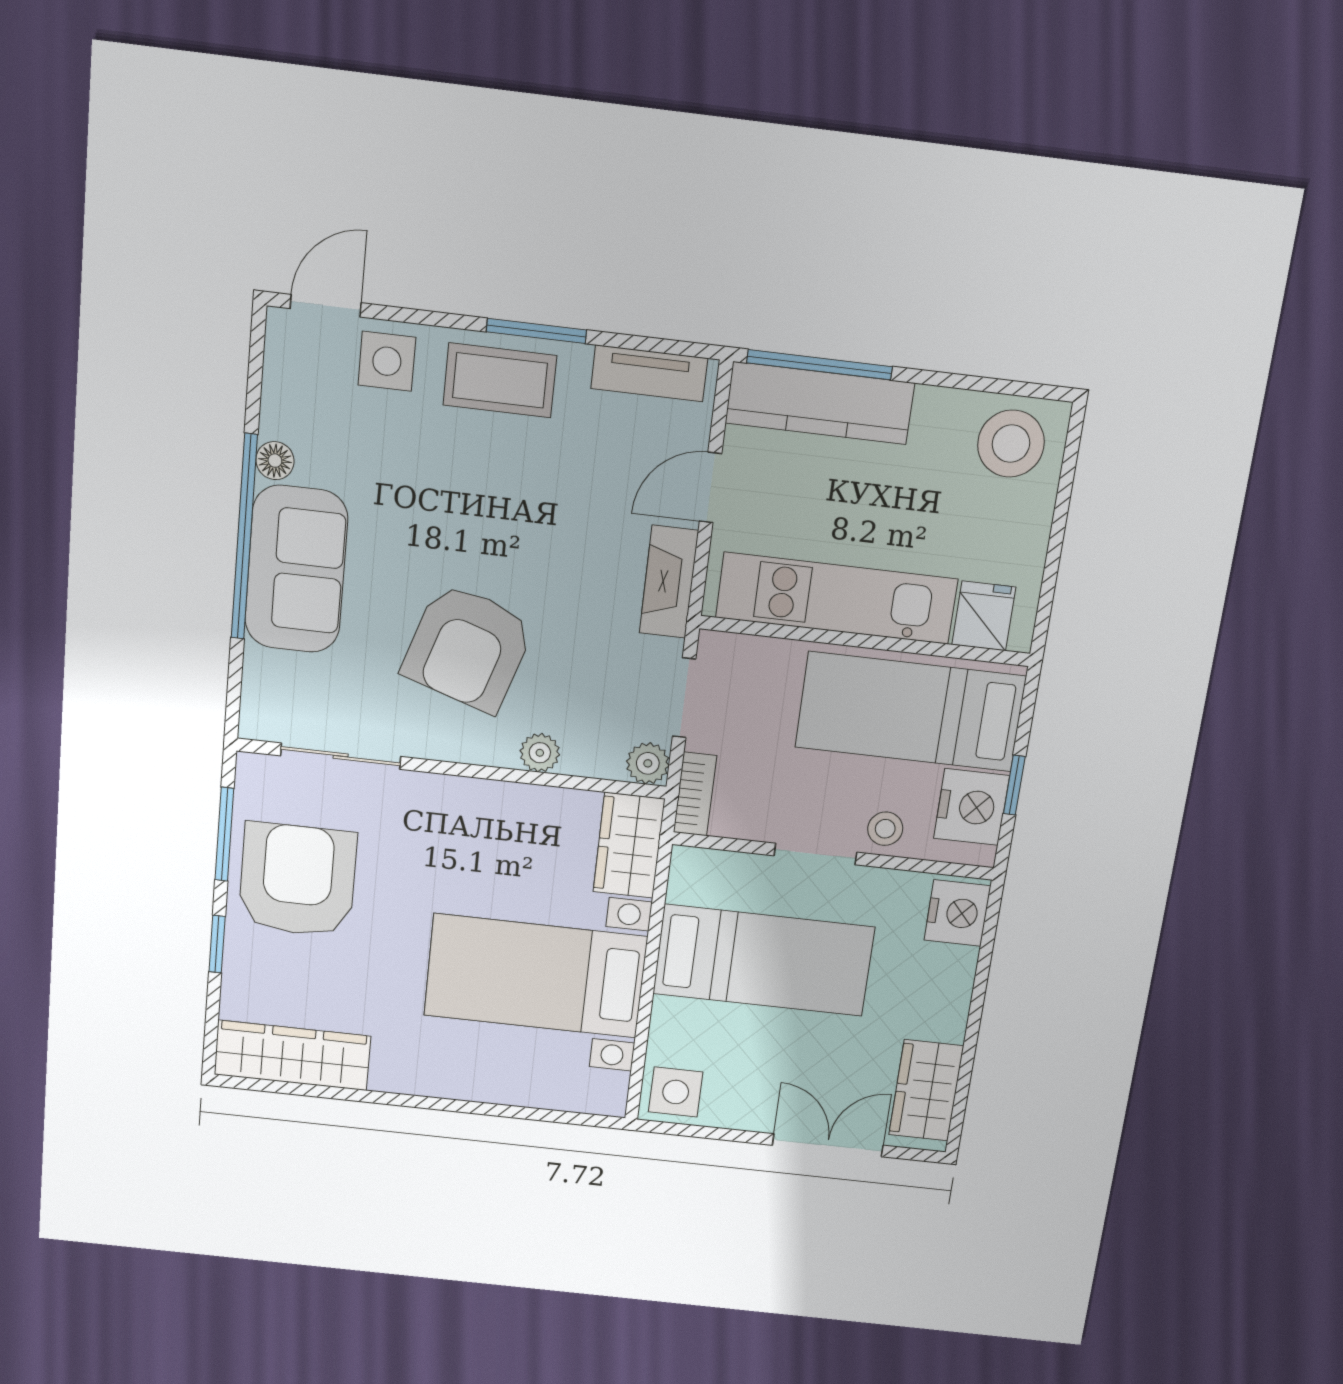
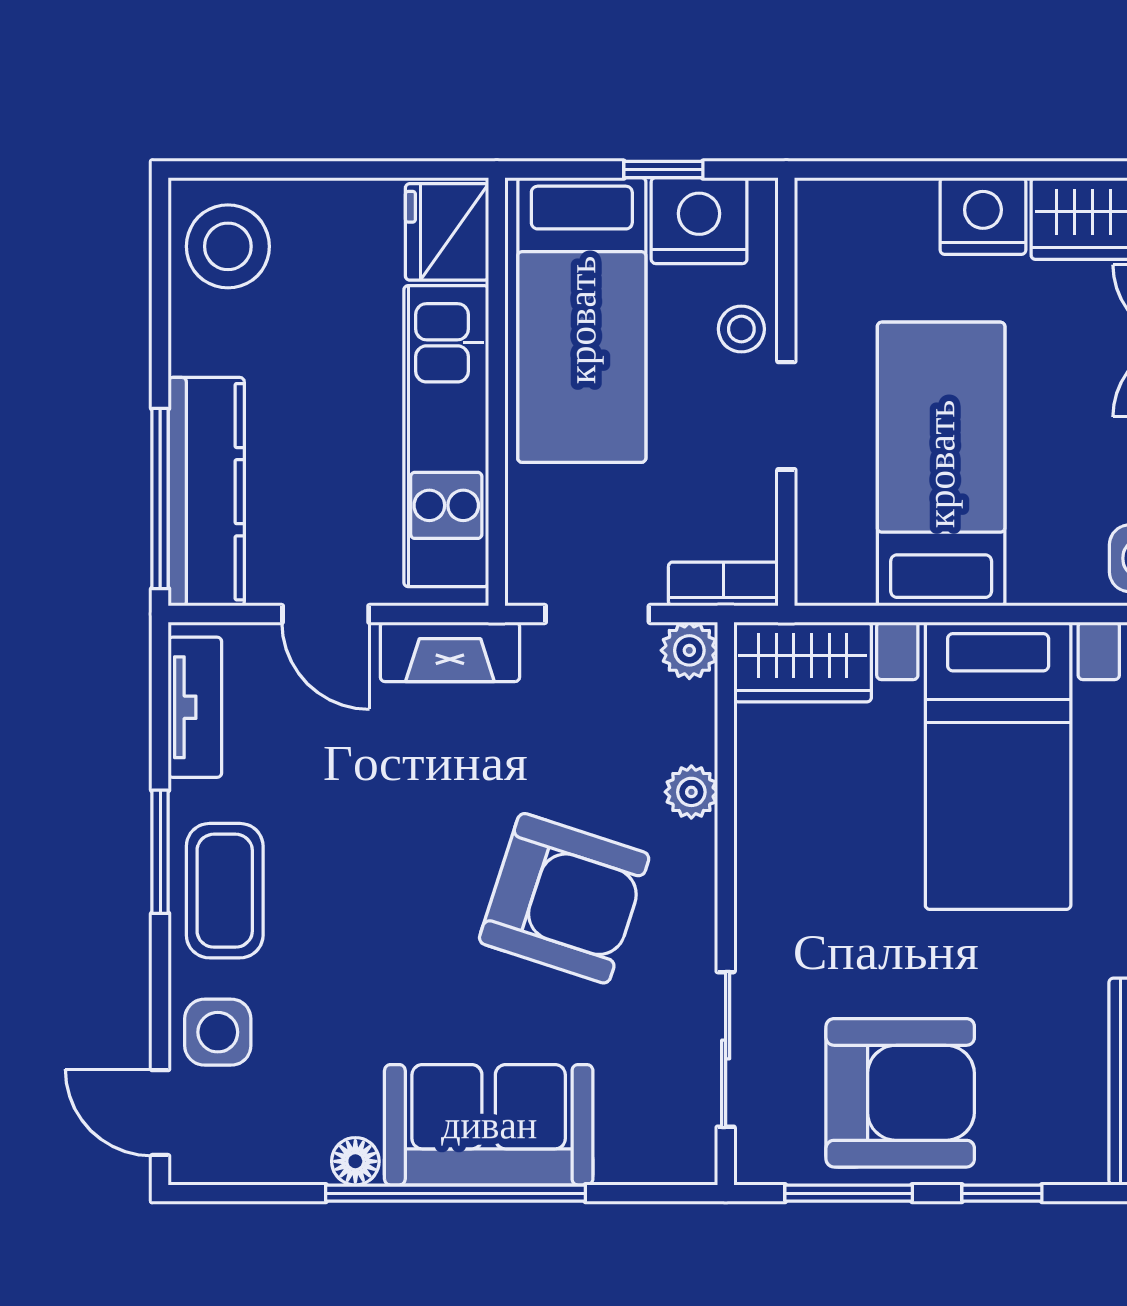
fridge: (984, 616) -> (447, 232), width x1.38
armchair: (298, 880) -> (900, 1093), turned 180
nightstand: (957, 913) -> (983, 216), moved

